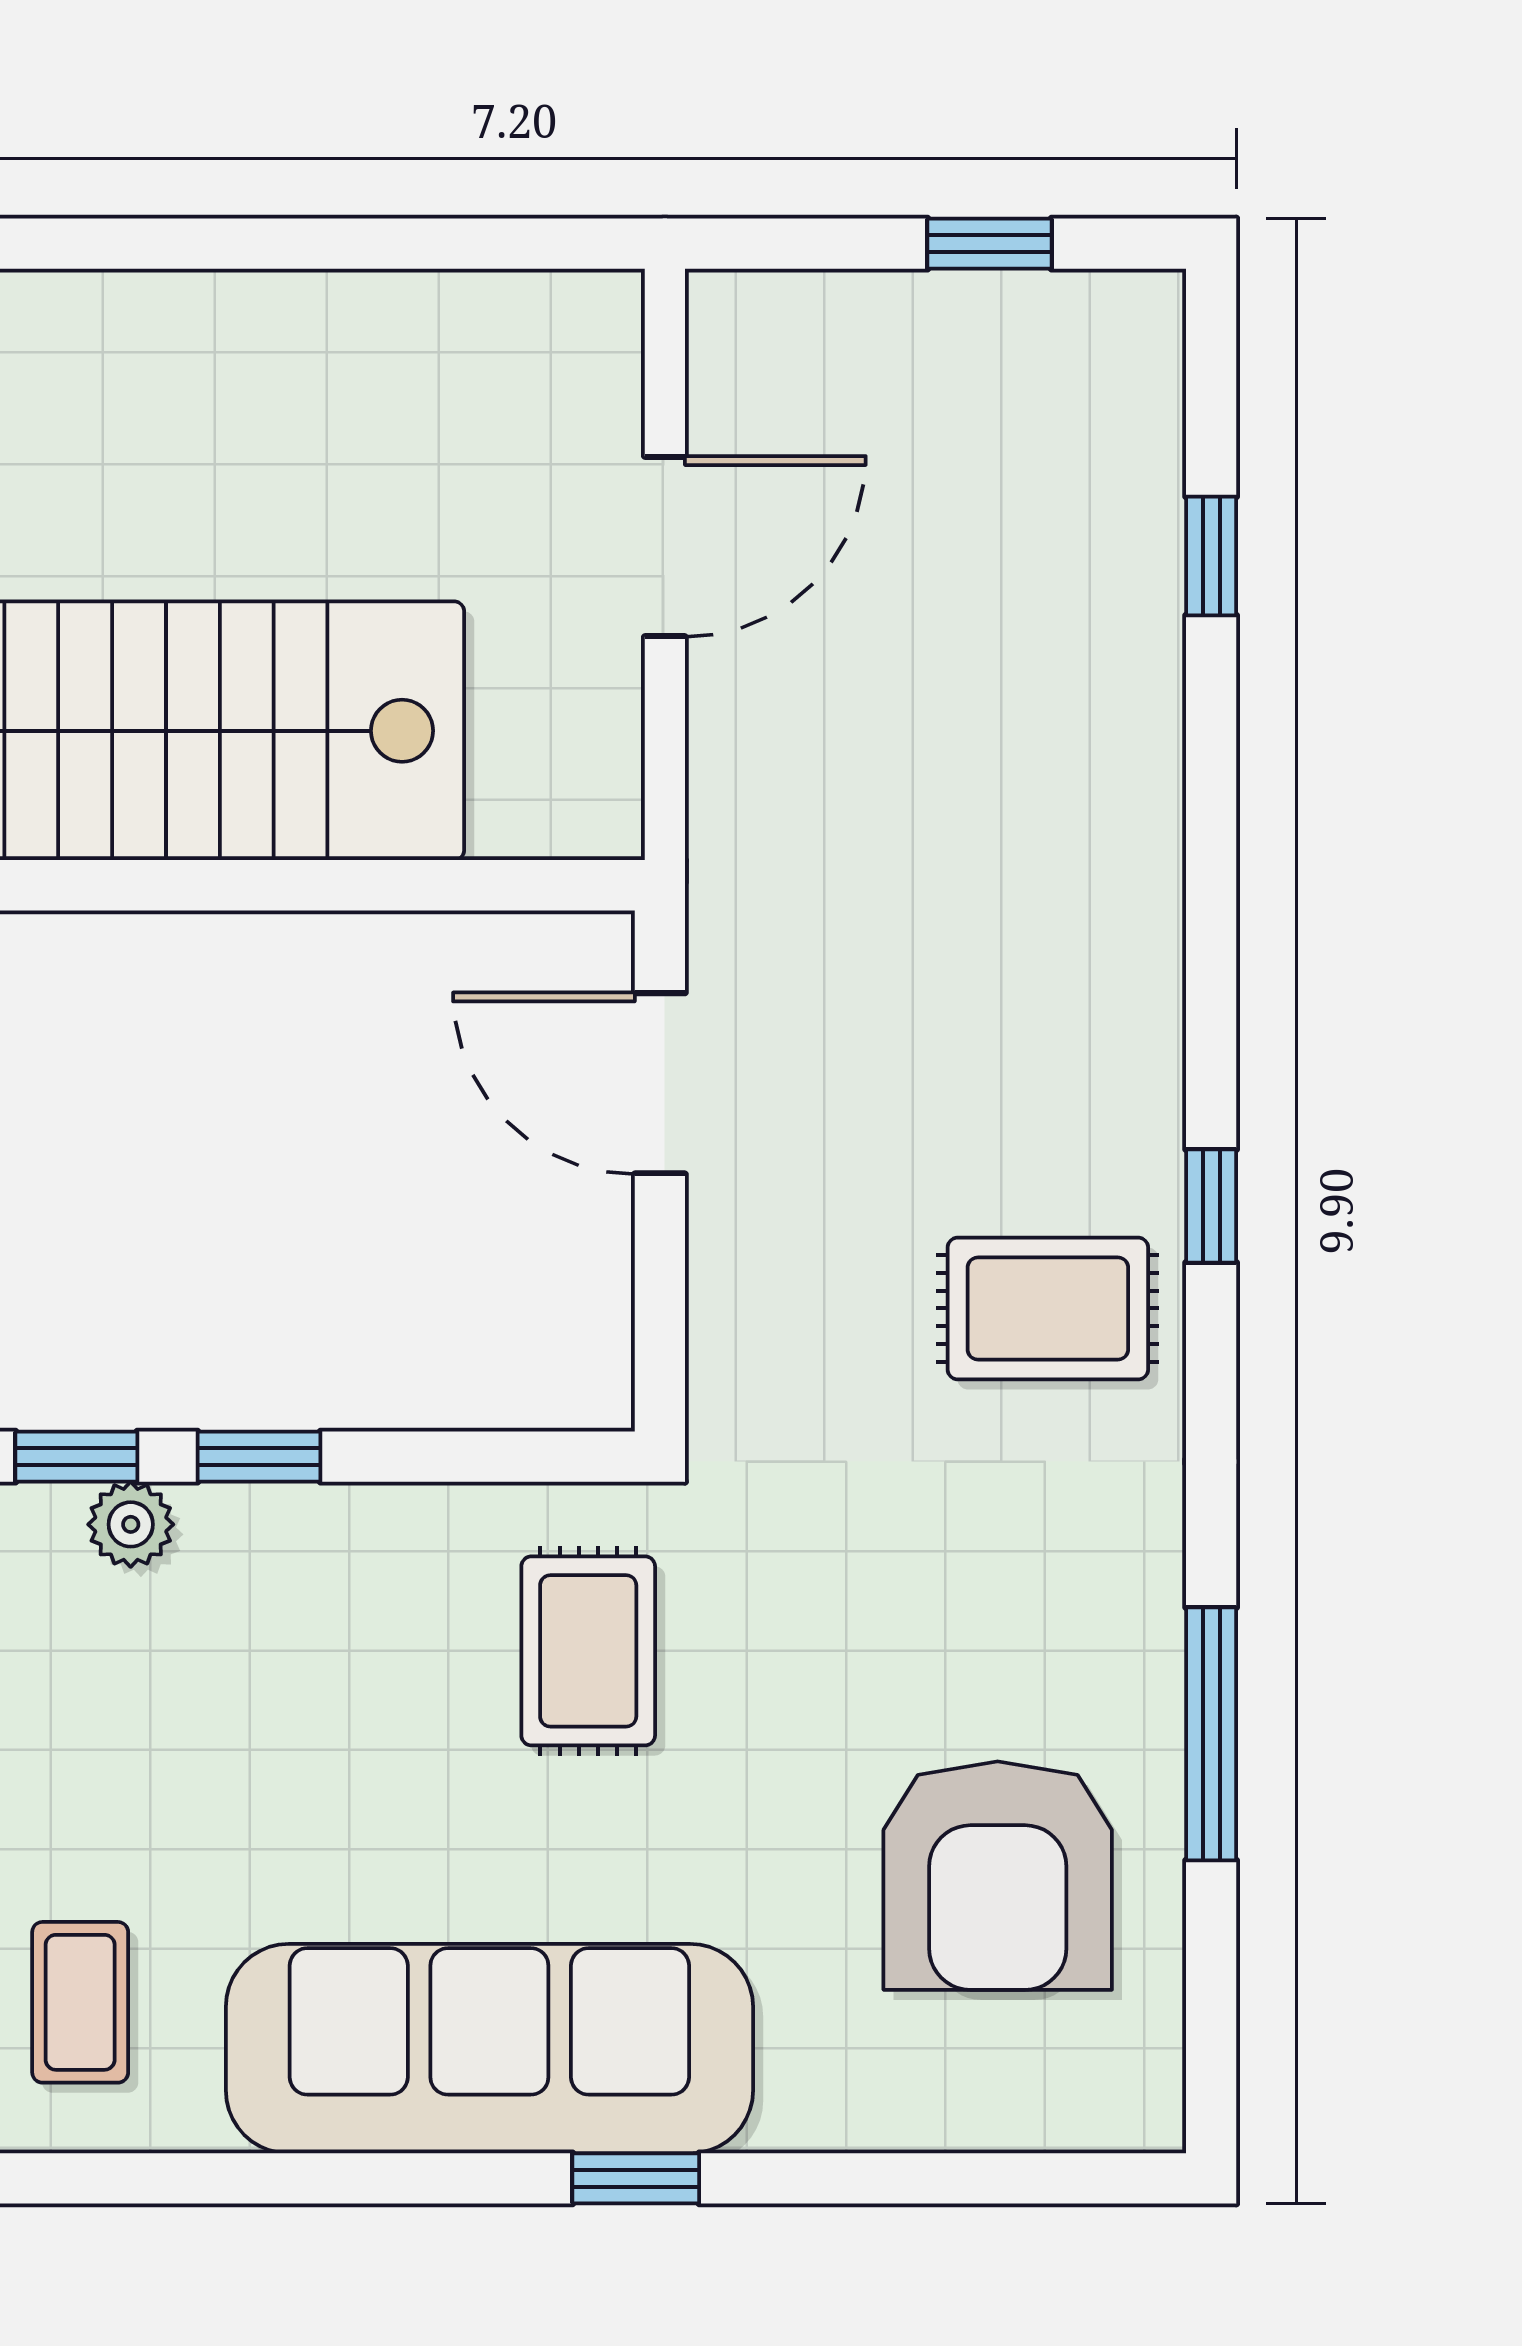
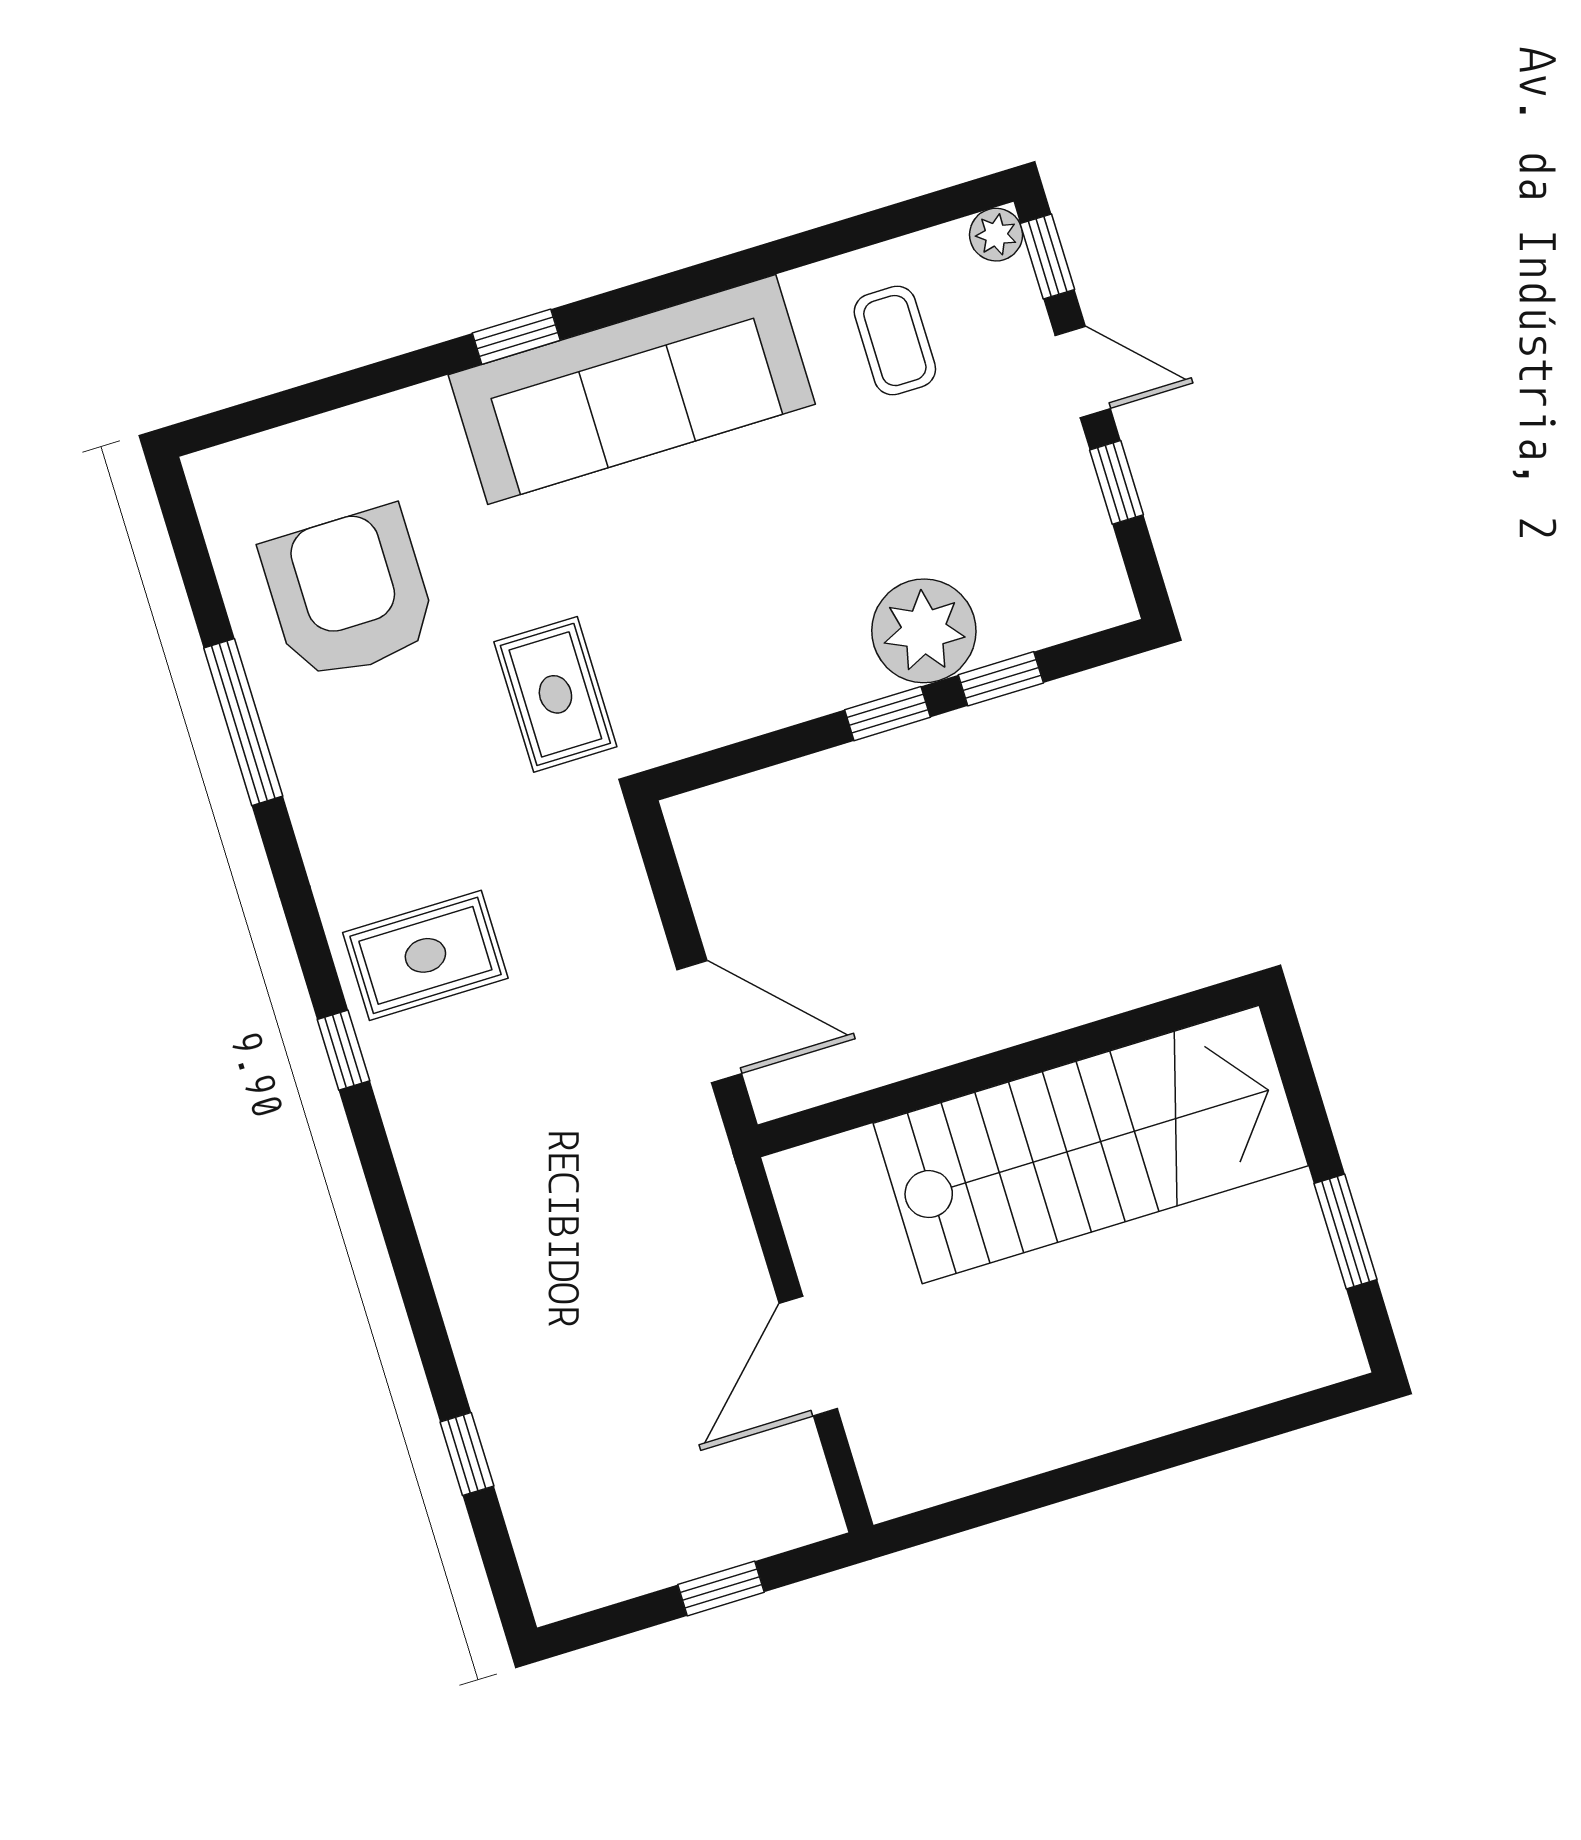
window: (989, 244) -> (721, 1588), moved
plant: (131, 1524) -> (924, 631), width x1.87, depth x1.87
rug: (588, 1651) -> (555, 694), moved

